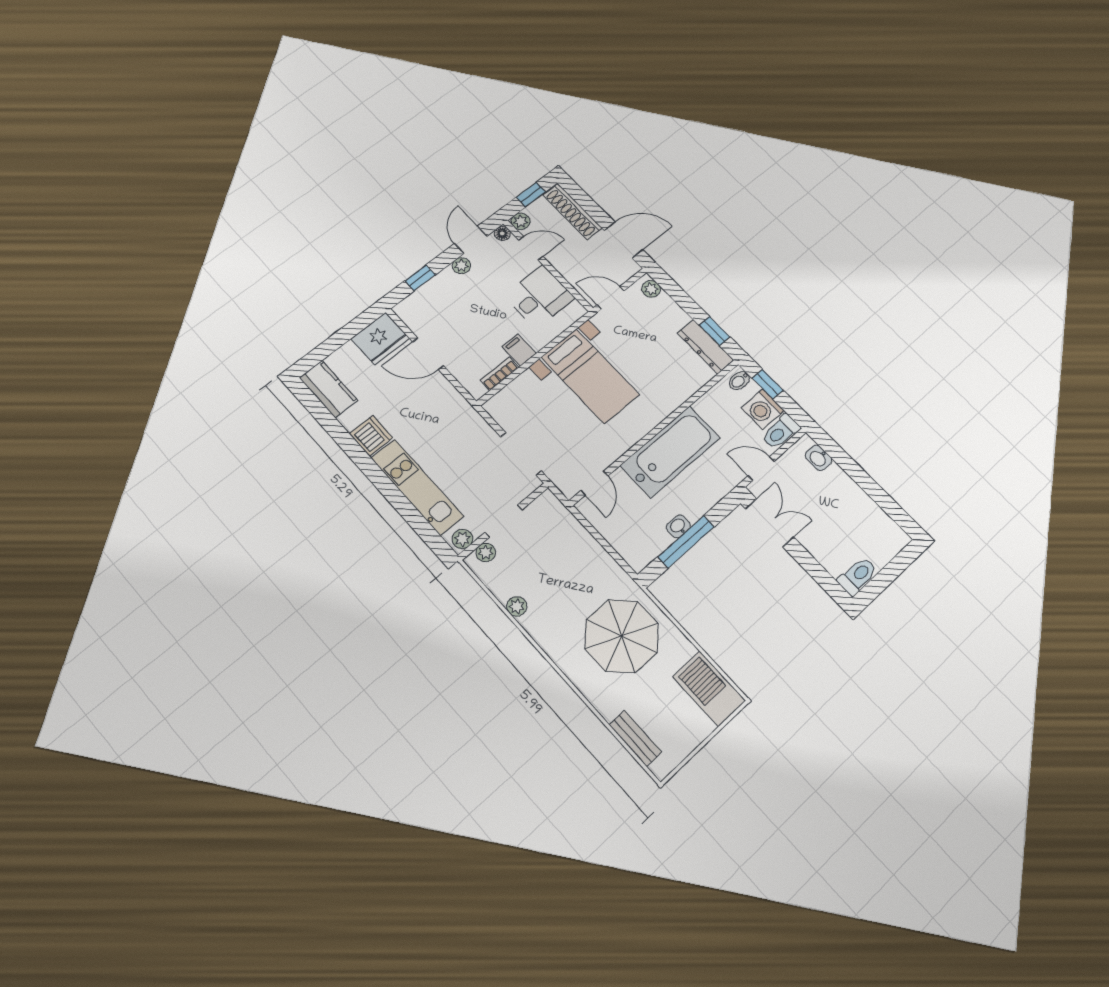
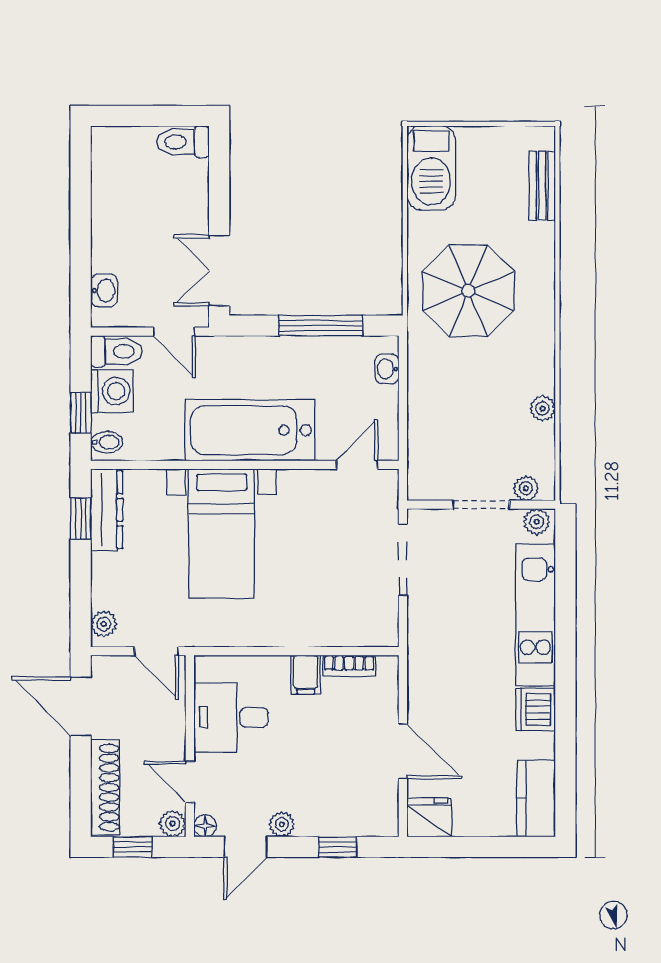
fridge: (380, 339) -> (429, 818), width x0.73, depth x0.75
bed with nightstands: (590, 376) -> (222, 534), moved, turned 180
washbasin: (678, 526) -> (387, 369), moved, turned 90

